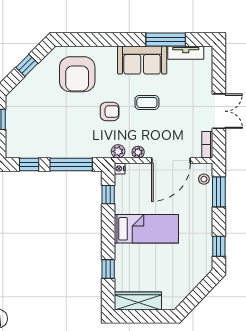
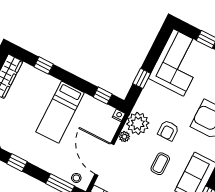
corner sofa: (37, 136) -> (178, 63), added
plant: (118, 151) -> (138, 123), width x1.88, depth x1.88
window: (29, 164) -> (159, 45), removed
window: (71, 164) -> (142, 78), width x0.46

